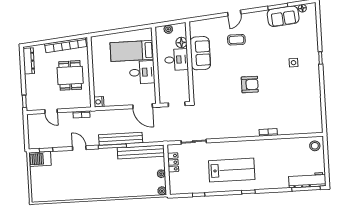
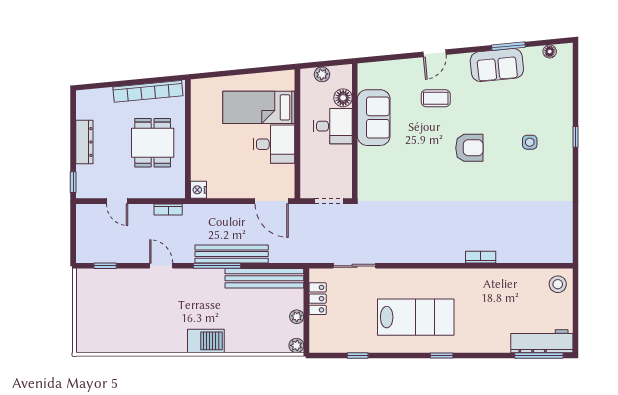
sofa: (283, 16) -> (497, 65), moved
dresser: (29, 61) -> (84, 142), moved
armchair: (250, 84) -> (469, 148), moved
barbecue: (40, 159) -> (206, 341), moved, turned 180

